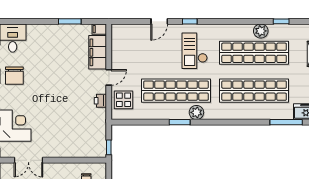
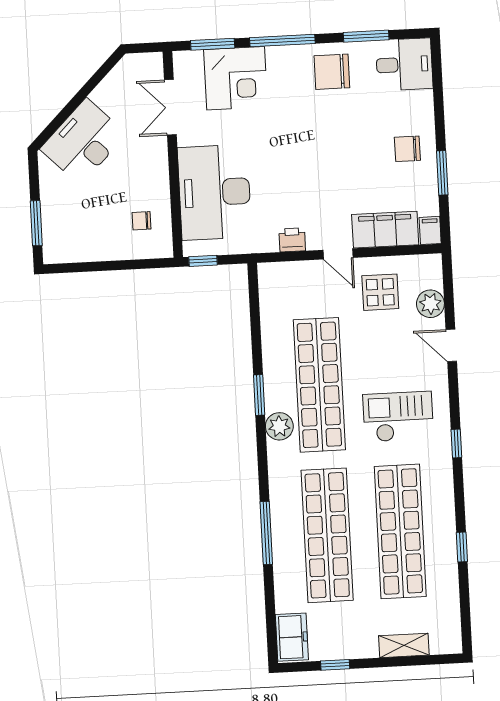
window: (190, 21) -> (456, 444), moved
window: (281, 21) -> (462, 547), moved
plant: (261, 31) -> (430, 304), moved
chair: (56, 39) -> (407, 149), added
display table: (123, 100) -> (380, 292), moved
window: (286, 122) -> (266, 533), moved
desk: (74, 140) -> (215, 192), added

